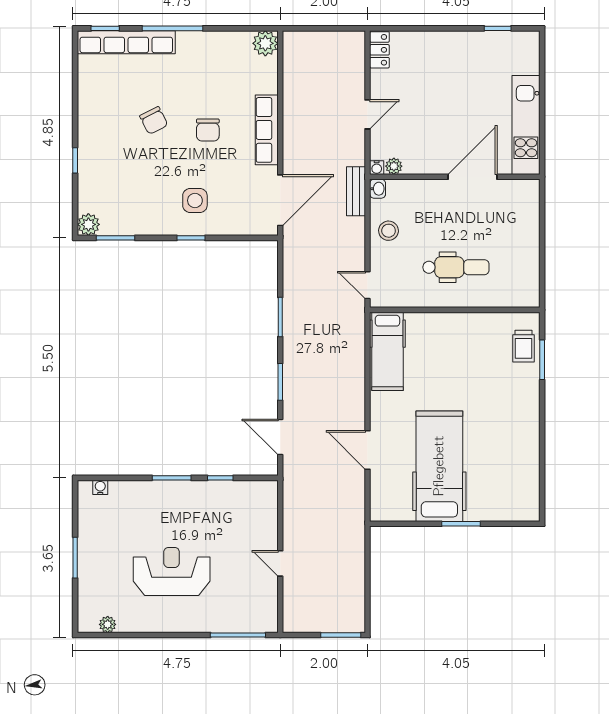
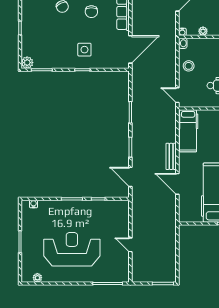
plant: (394, 166) -> (203, 31), moved
bench: (356, 191) -> (171, 156), moved
reception desk: (172, 571) -> (72, 249), width x1.36, depth x1.30

